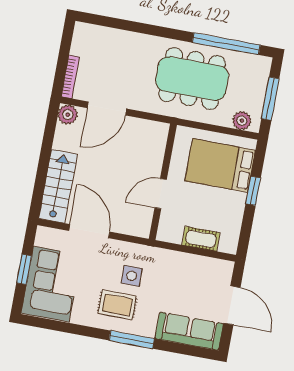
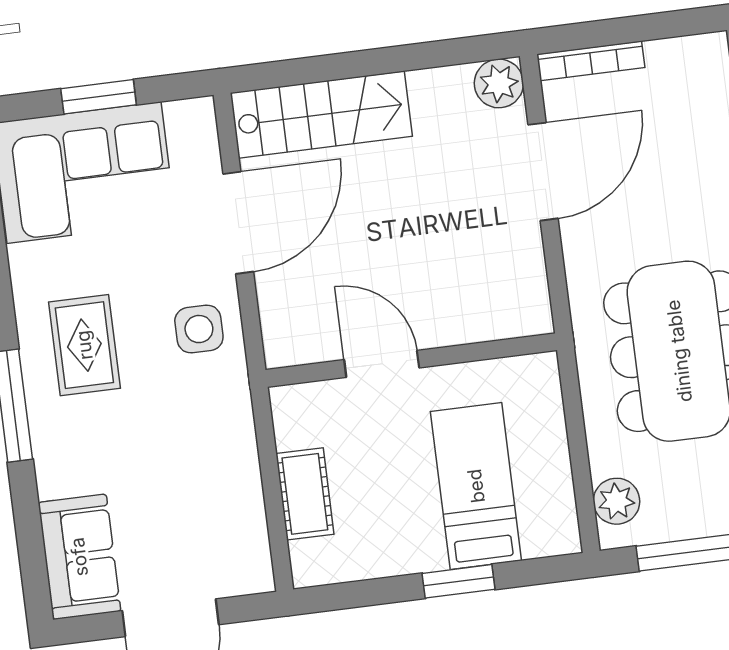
door: (107, 108) -> (543, 172), swing flipped
bed: (220, 165) -> (476, 486), width x0.67
side table: (132, 276) -> (199, 329), moved
sofa: (189, 331) -> (79, 557), width x0.73

